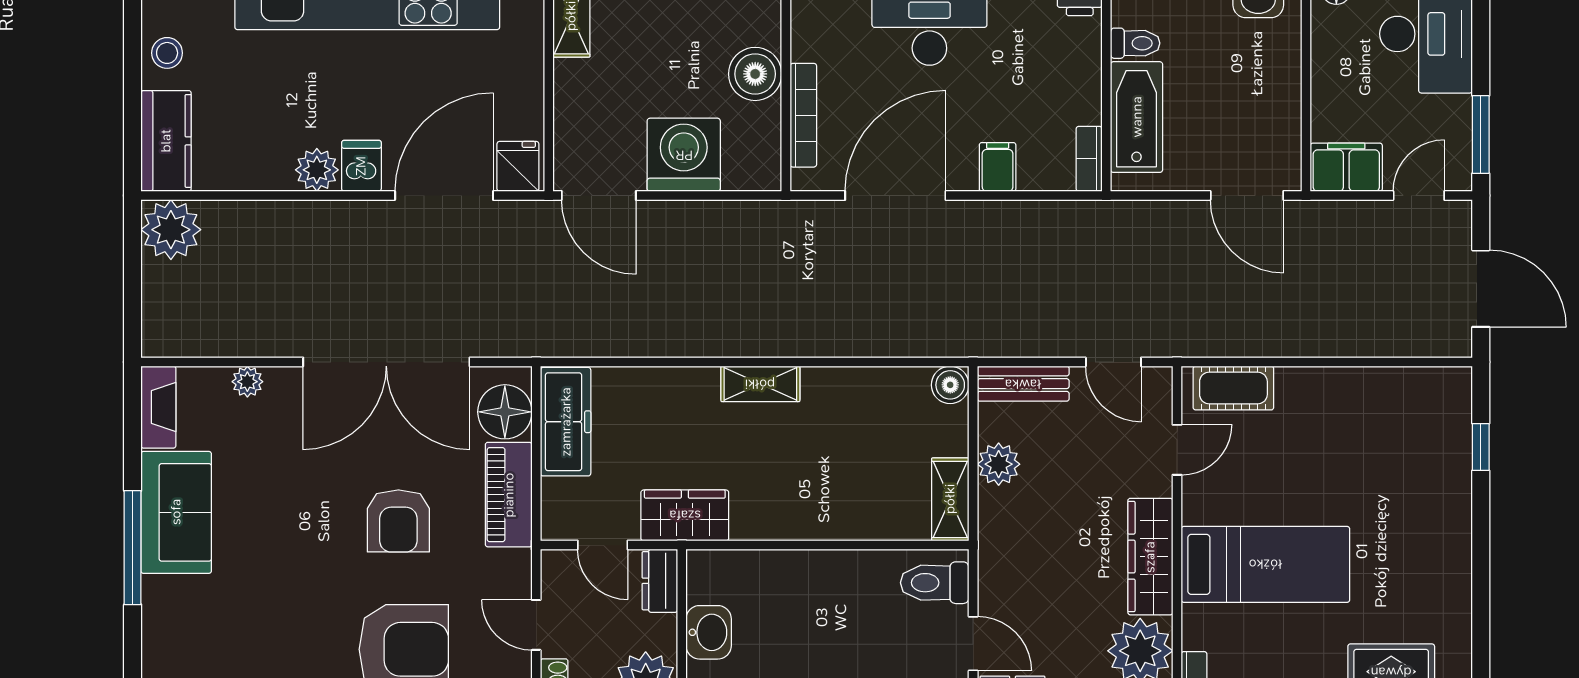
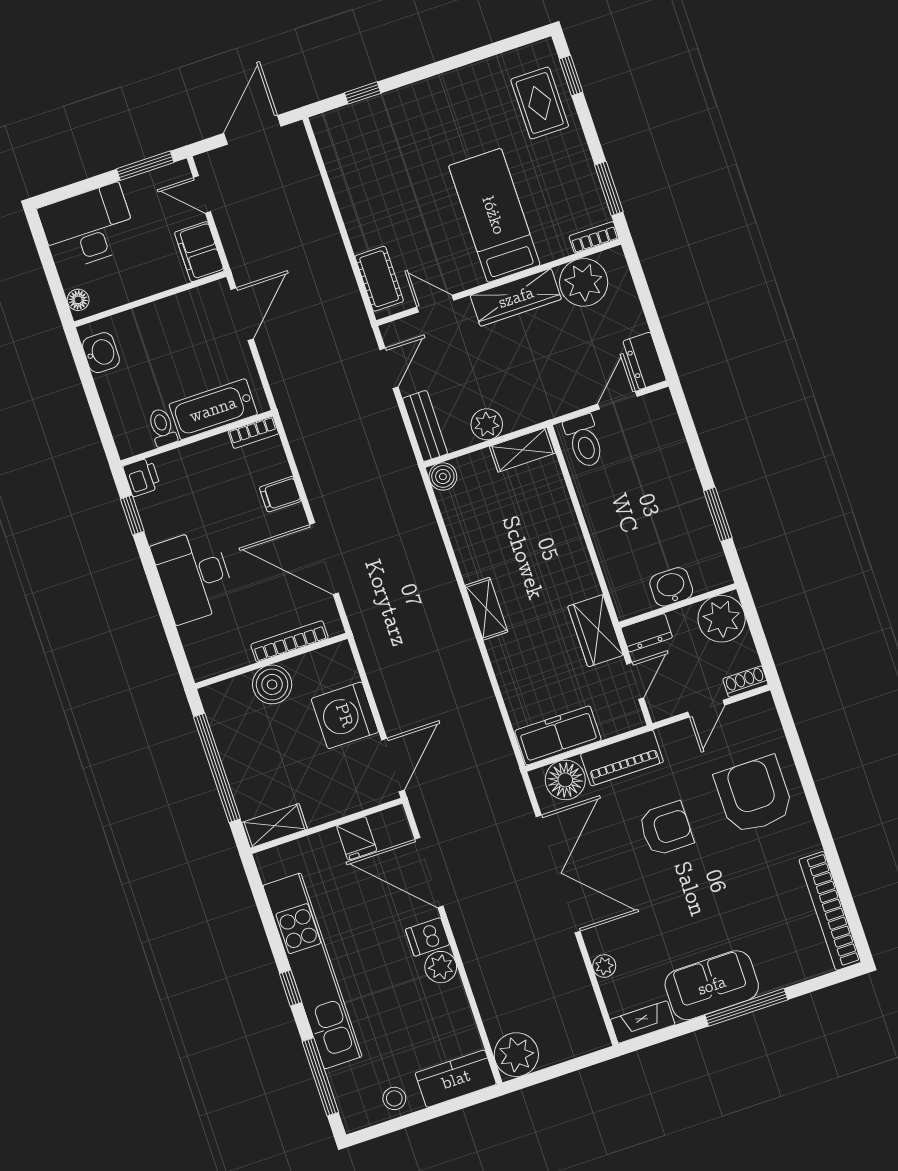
fridge: (518, 166) -> (357, 838), moved, turned -90

